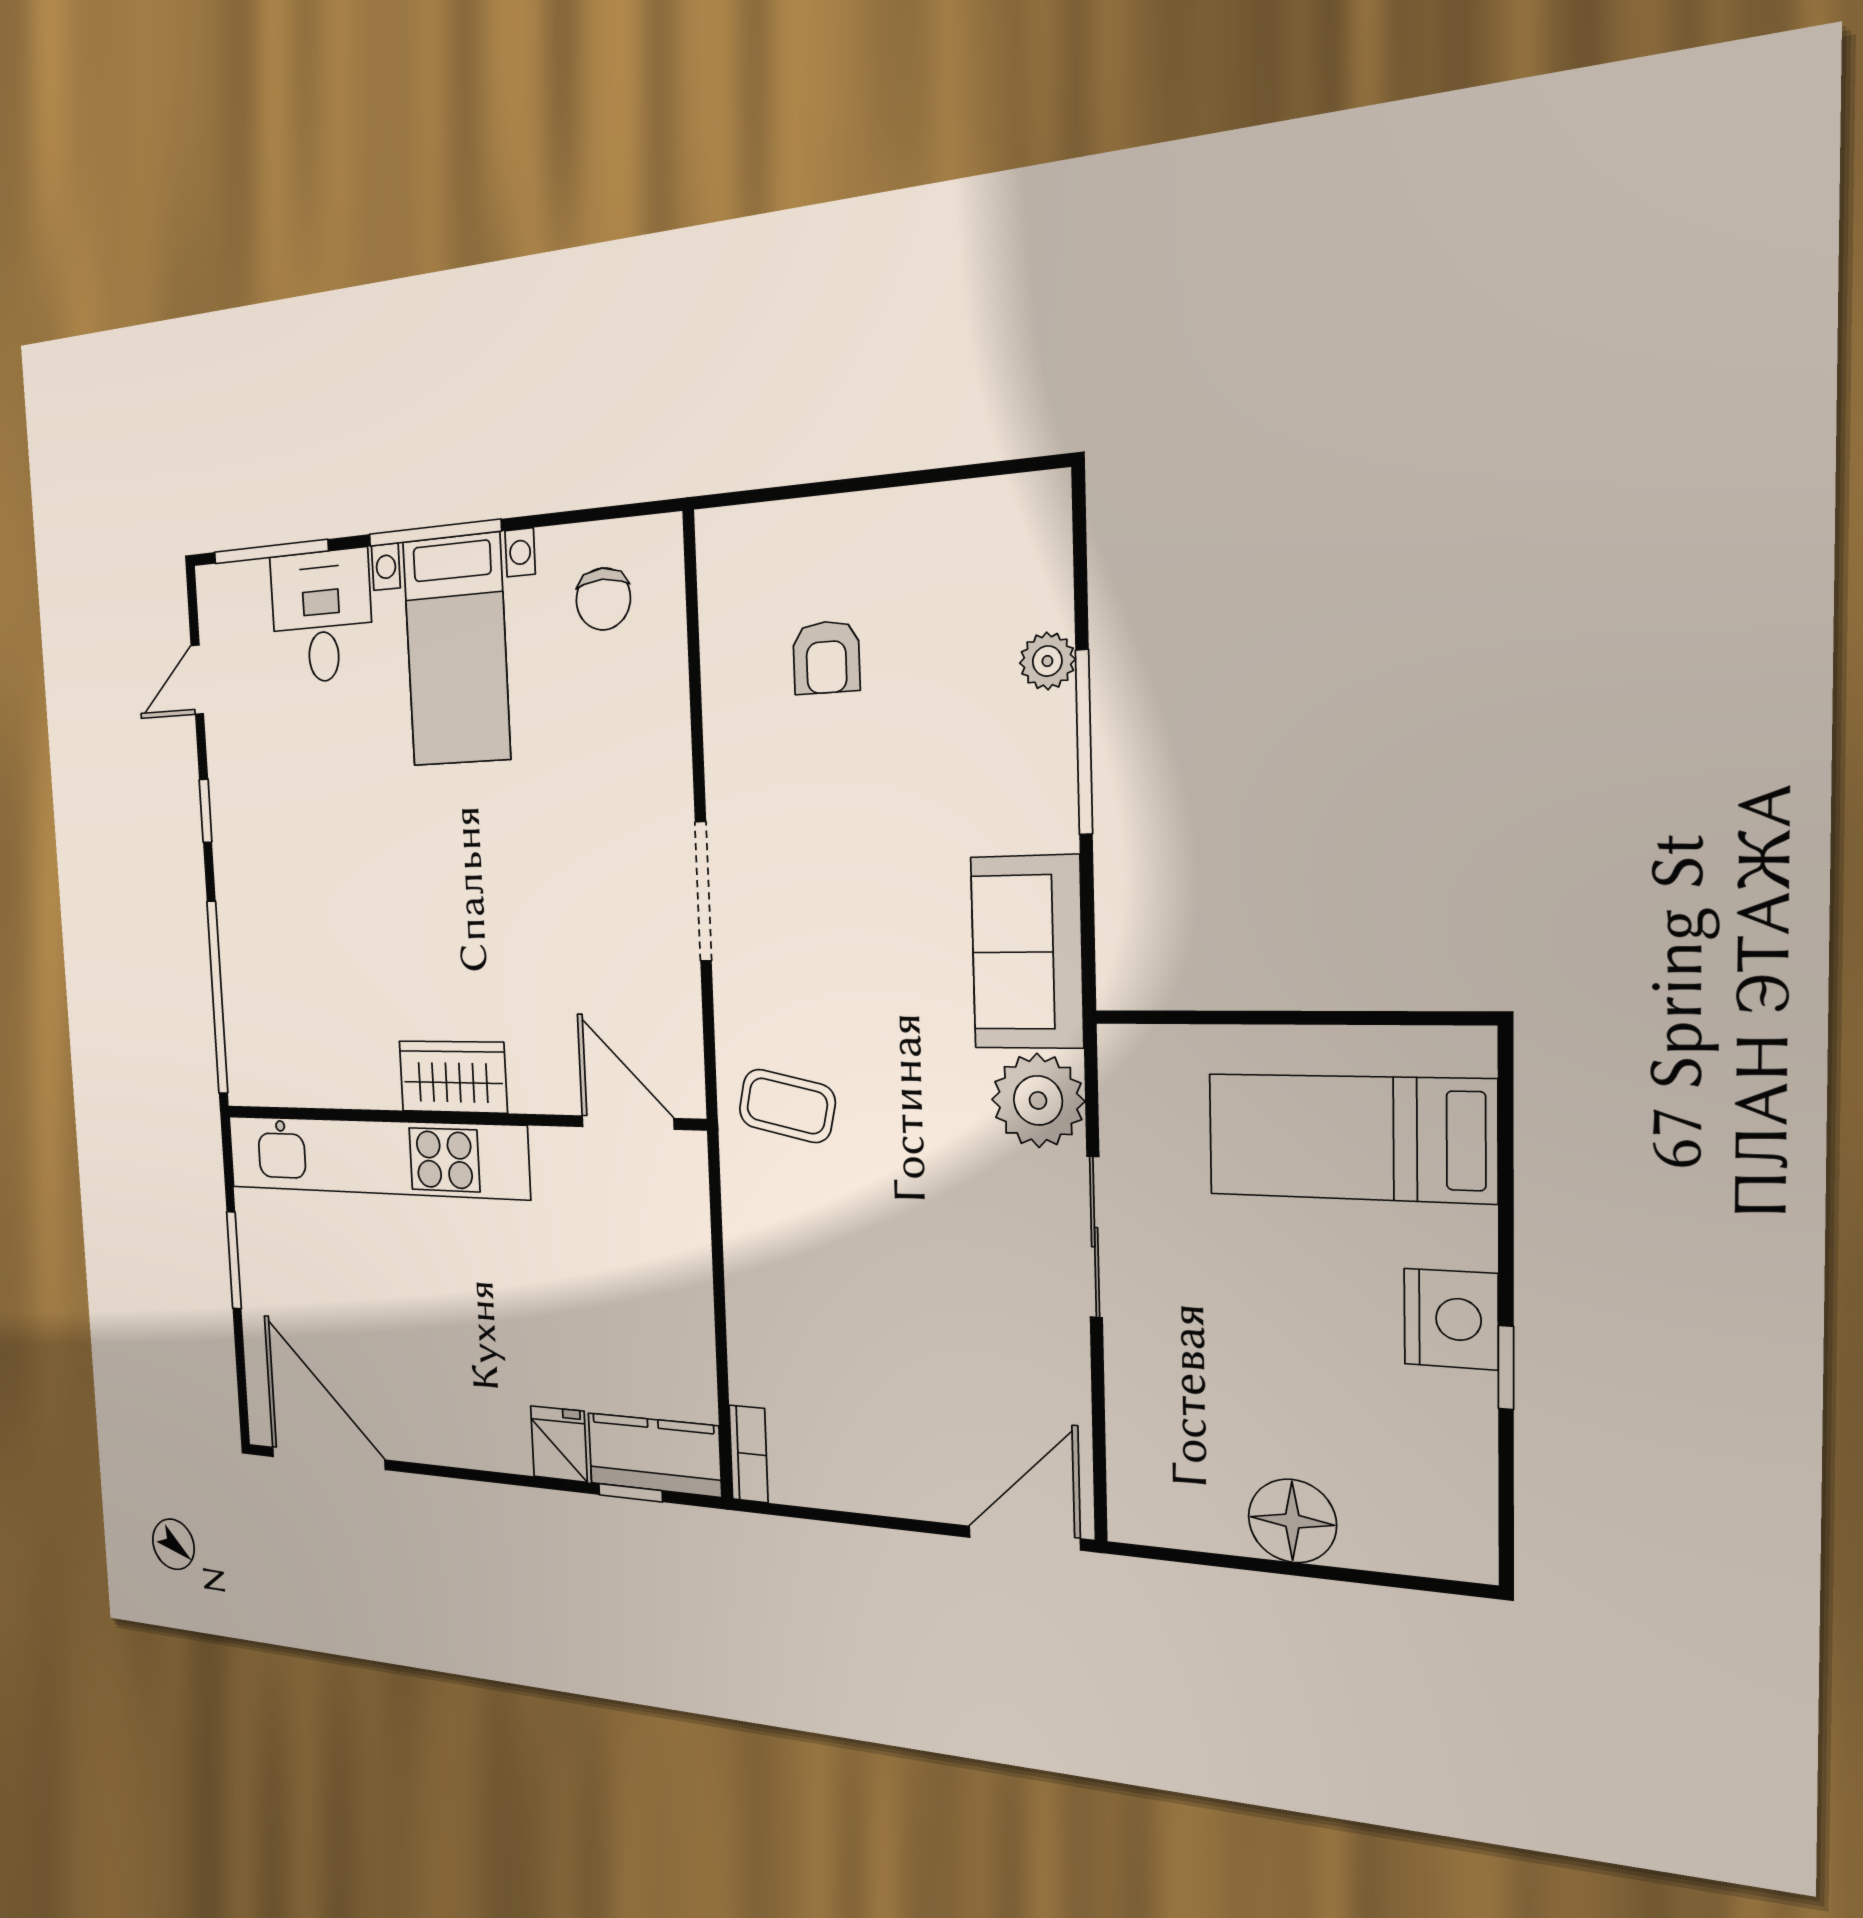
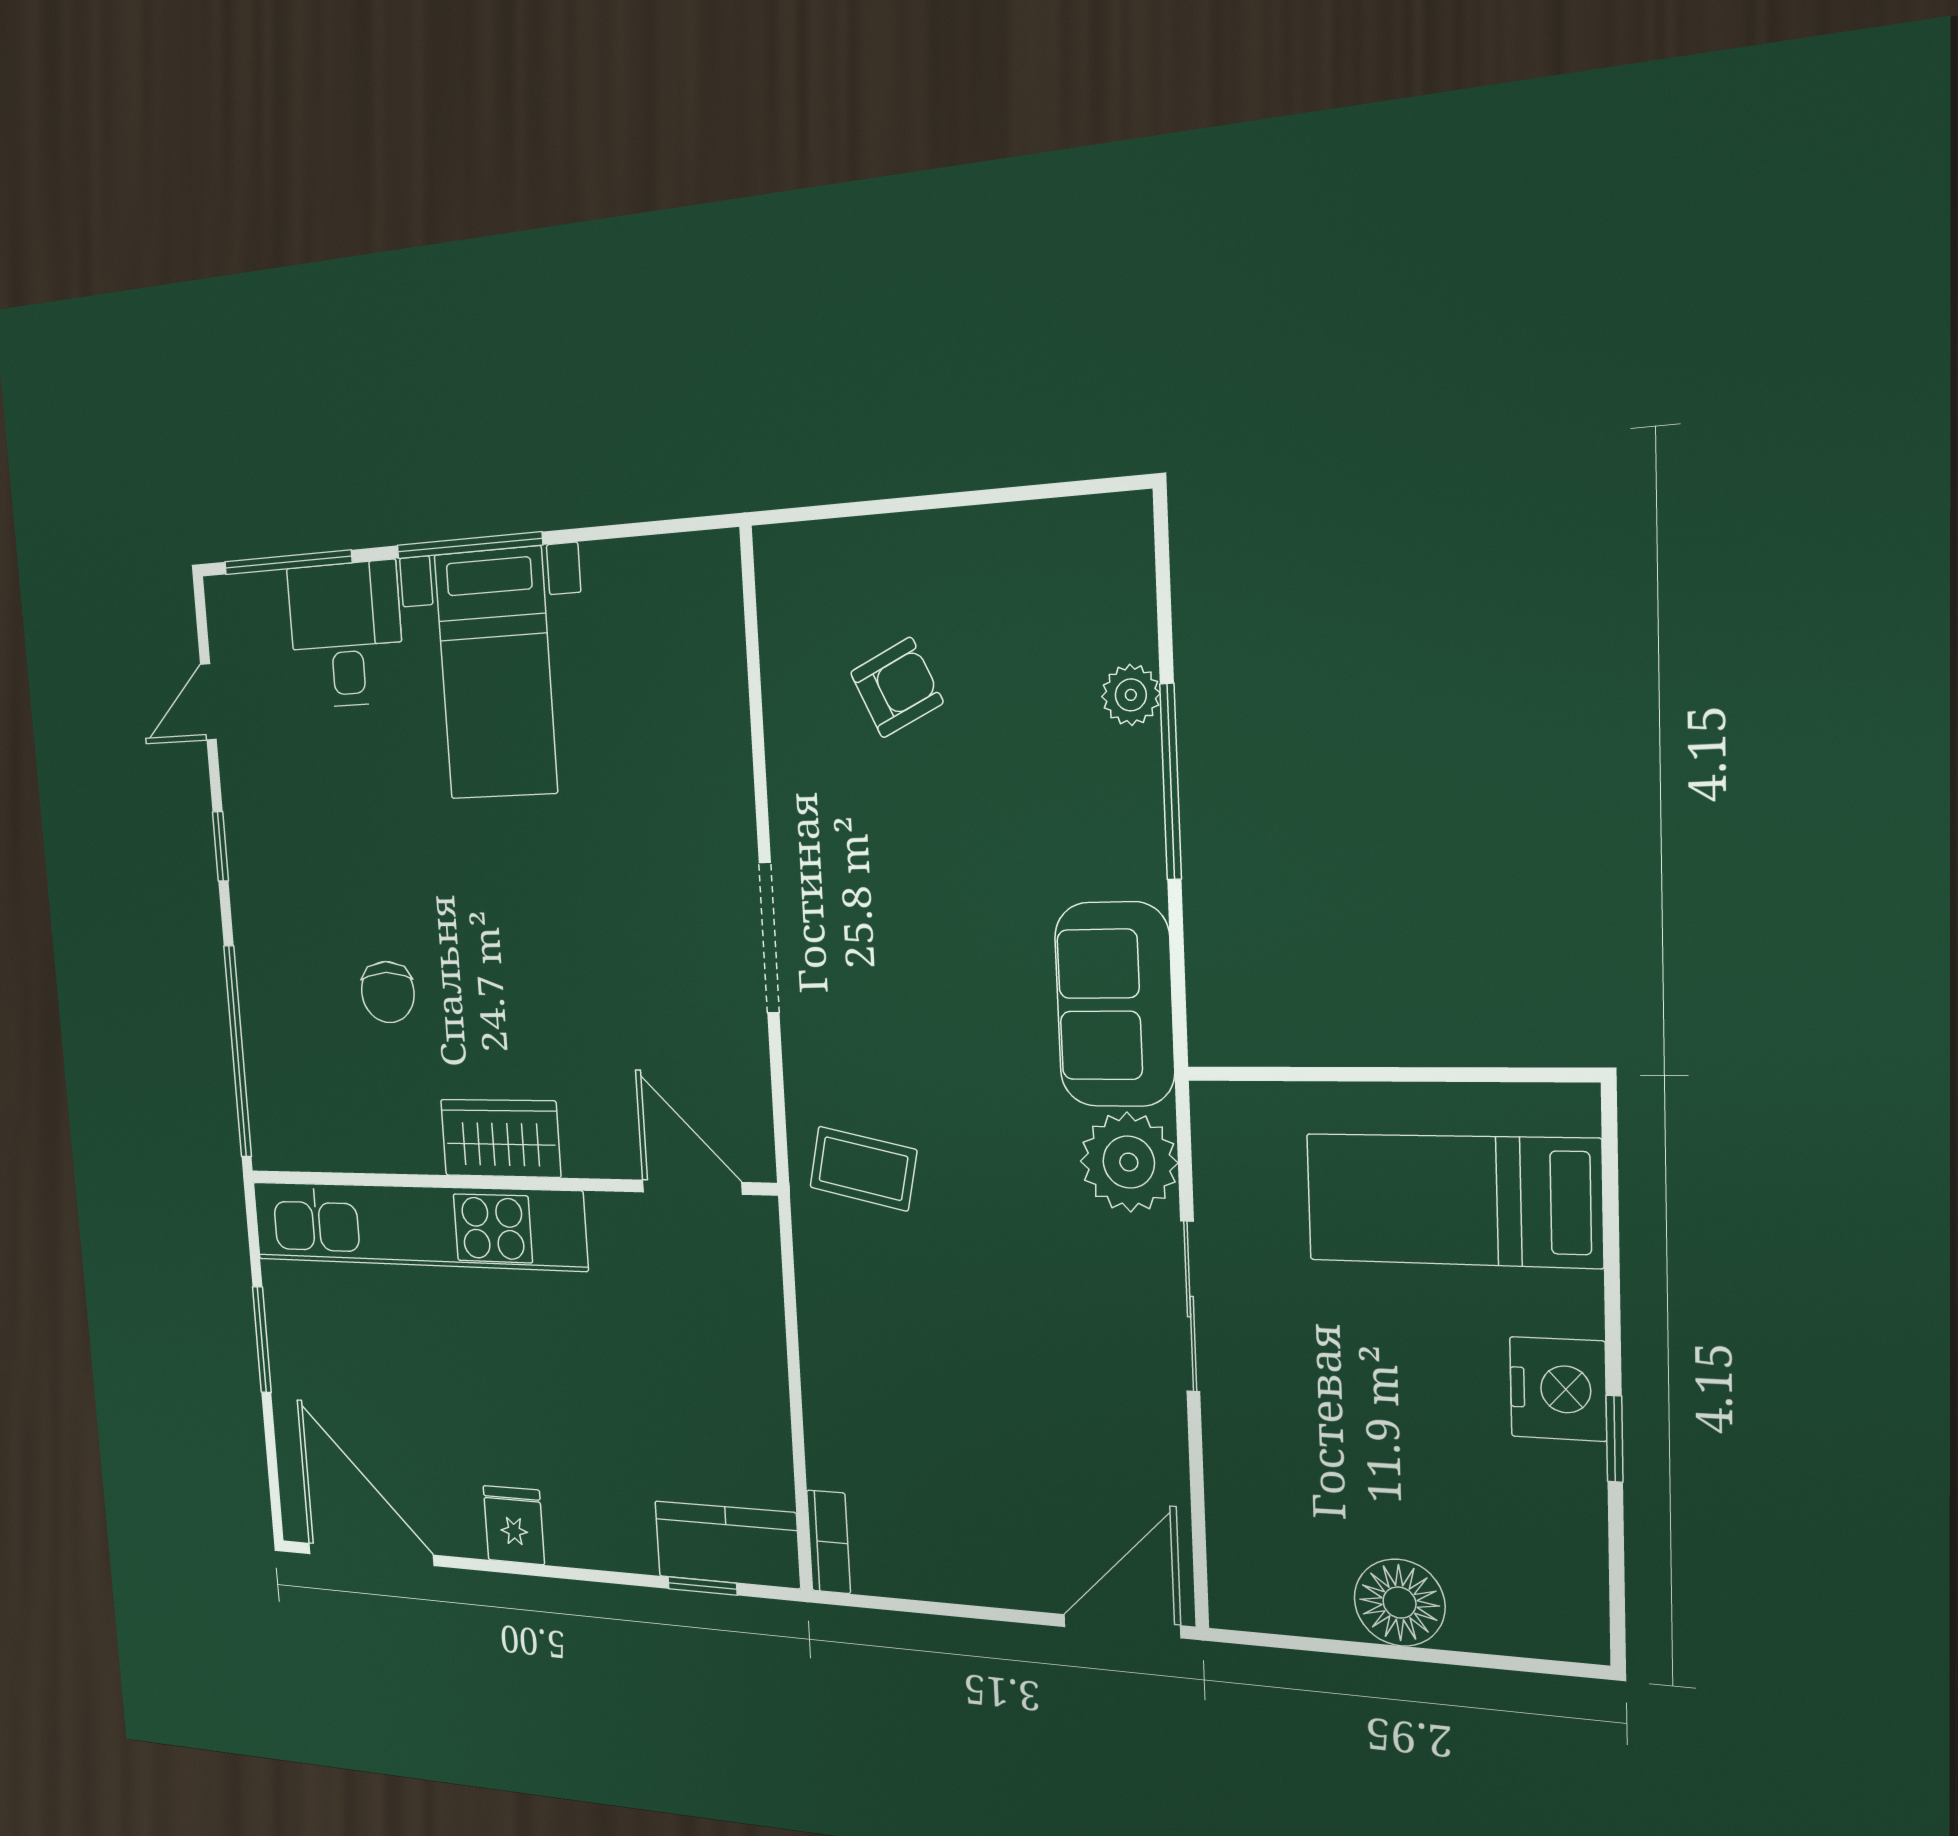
chair: (603, 599) -> (388, 992), moved
armchair: (826, 657) -> (897, 687), turned -115
fridge: (559, 1444) -> (514, 1525), moved

